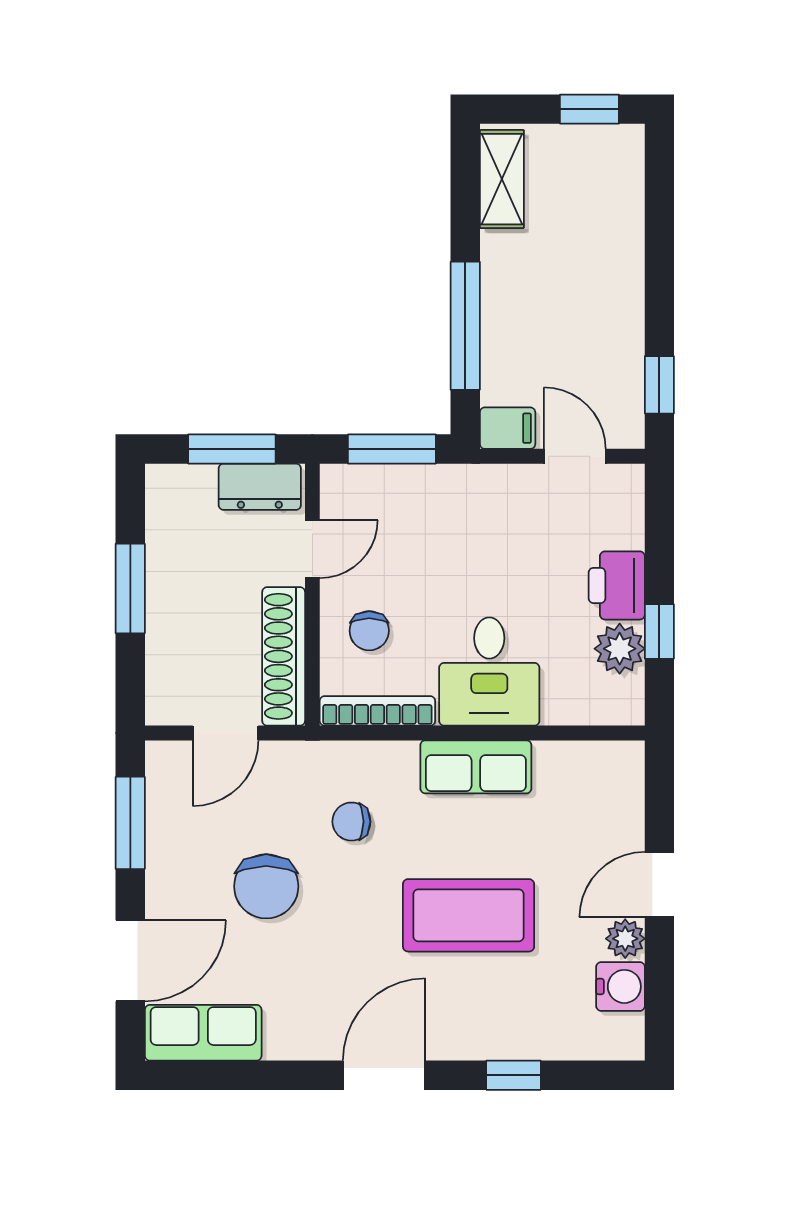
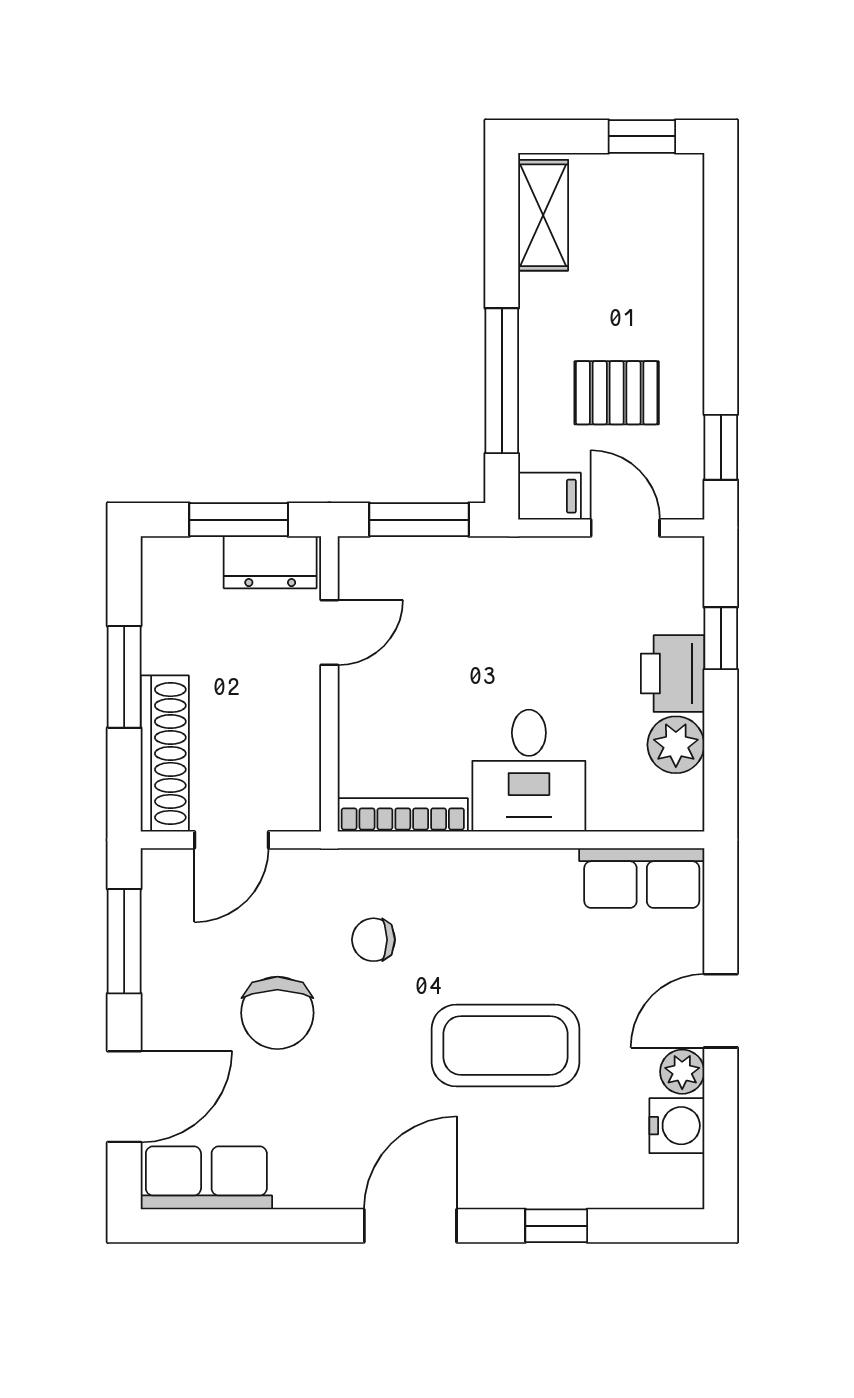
pallet: (567, 336) -> (617, 393), added
chair: (369, 631) -> (394, 725), removed
window: (659, 631) -> (721, 638), moved
shoe rack: (284, 656) -> (165, 753), moved, turned 180
row of seats: (476, 767) -> (642, 878), moved

